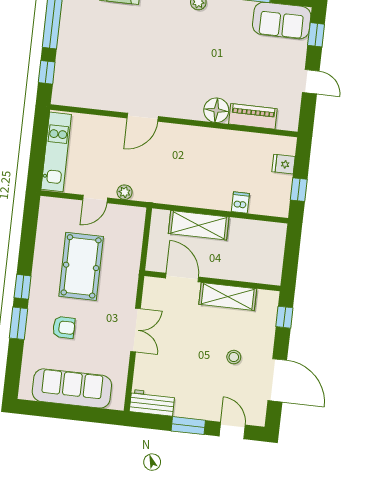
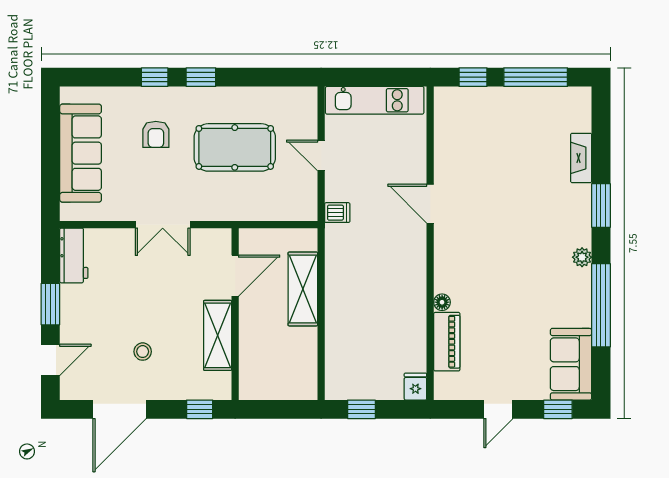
floor lamp: (216, 110) -> (442, 302), width x0.53, depth x0.53
fridge: (283, 164) -> (415, 387), moved
plant: (125, 192) -> (334, 192), removed
dishwasher: (240, 202) -> (337, 213), moved
window: (19, 323) -> (155, 77), width x0.67

